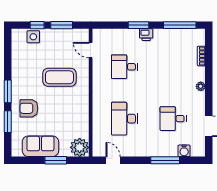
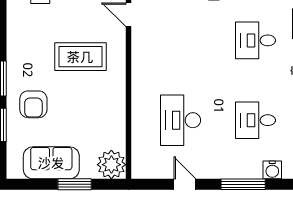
desk: (124, 67) -> (255, 40), moved
armchair: (29, 108) -> (33, 104), turned -90
door: (113, 160) -> (185, 184), moved

